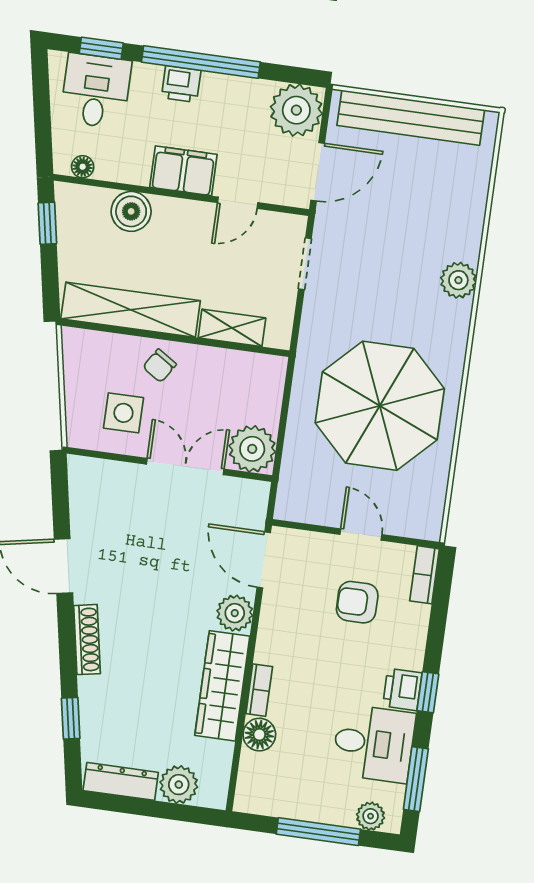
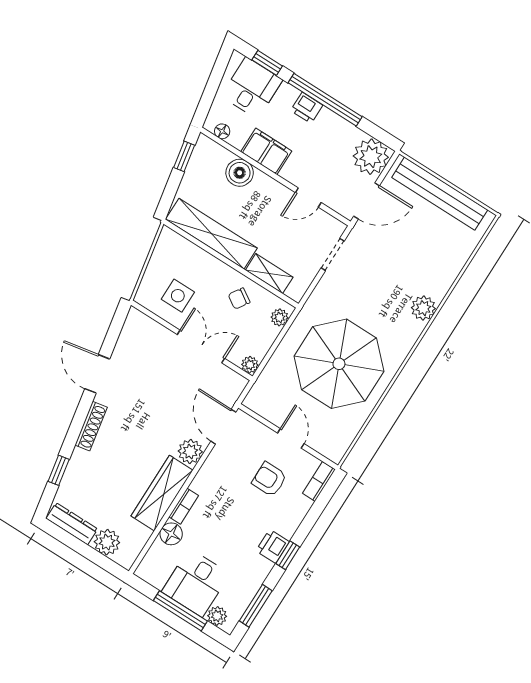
filing cabinet: (183, 171) -> (266, 151), moved
chair: (160, 366) -> (239, 299), moved
plant: (272, 380) -> (280, 317), added
plant: (252, 449) -> (250, 365), width x0.53, depth x0.53
desk: (374, 743) -> (196, 583), moved, turned 90

